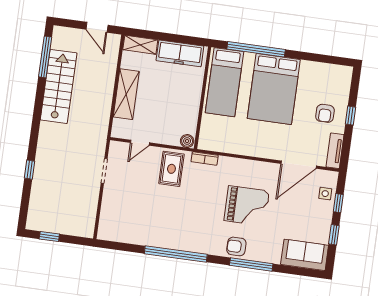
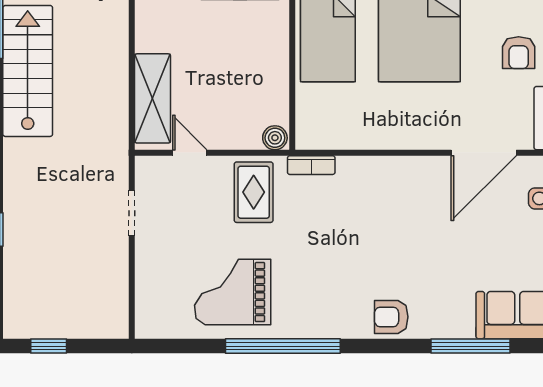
shelving: (126, 94) -> (153, 98), moved
door: (140, 143) -> (190, 153), swing flipped
grand piano: (247, 206) -> (233, 292), moved, turned 180
window: (251, 264) -> (471, 346), moved

